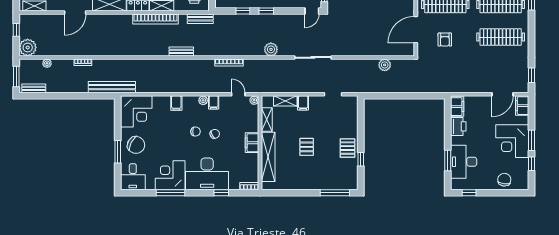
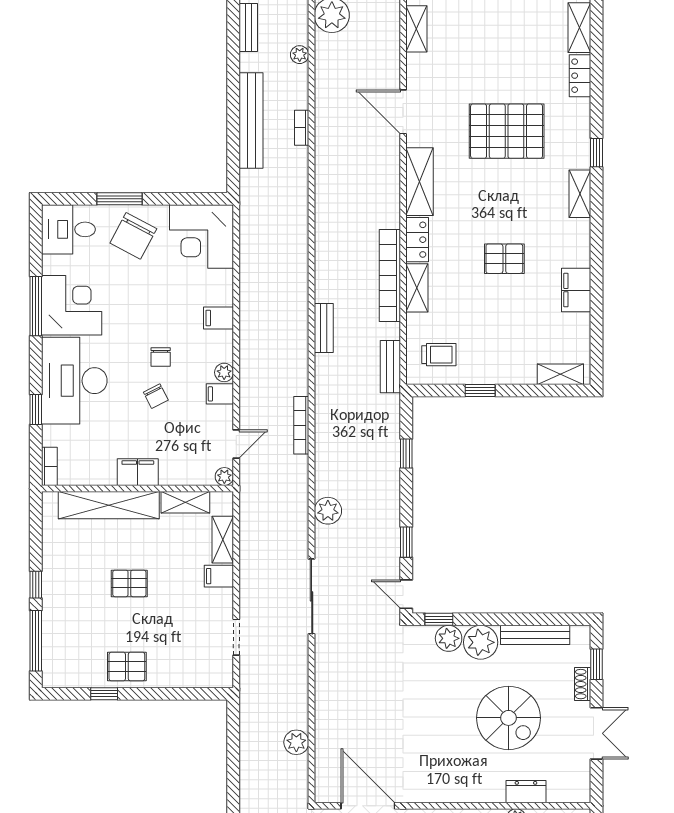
window: (266, 11) -> (406, 542), moved
bench: (112, 87) -> (251, 121), moved
window: (307, 193) -> (36, 585), added

